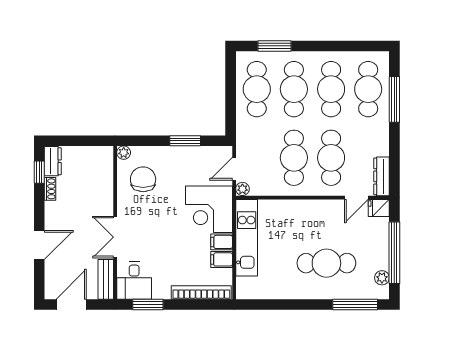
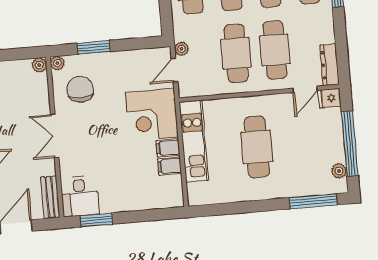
window: (185, 141) -> (94, 47), moved
plant: (106, 153) -> (39, 65), added
plant: (242, 189) -> (182, 49), moved
double door: (115, 237) -> (55, 136), moved
cafe table: (326, 263) -> (257, 147), moved, turned 90
bookcase: (201, 292) -> (151, 203), removed

